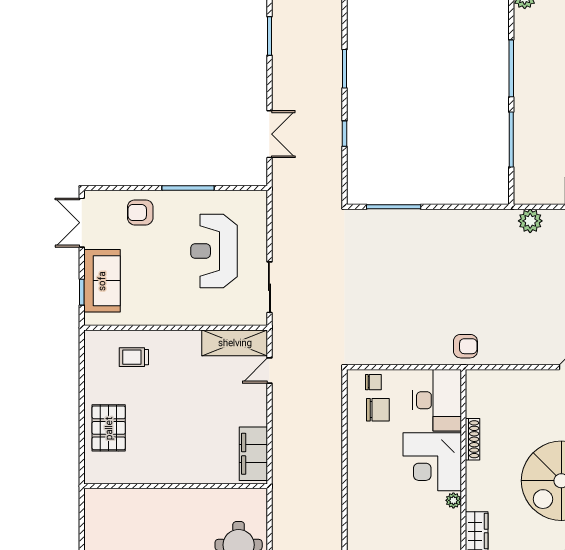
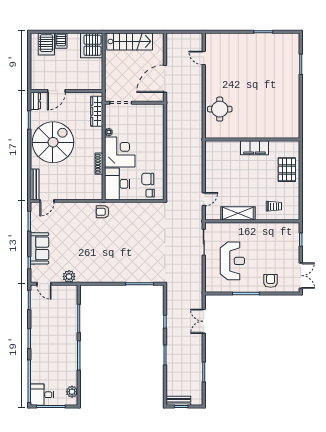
armchair: (140, 212) -> (271, 281), turned -90
sofa: (102, 281) -> (290, 246), removed
shelving: (235, 343) -> (238, 213), moved
filing cabinet: (253, 454) -> (254, 148), moved, turned 90

